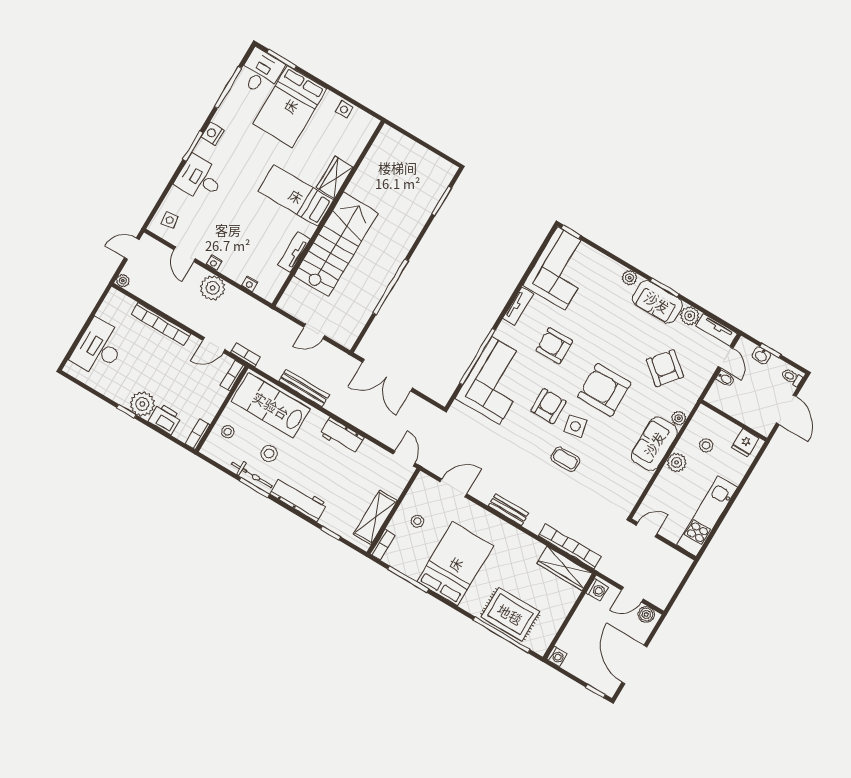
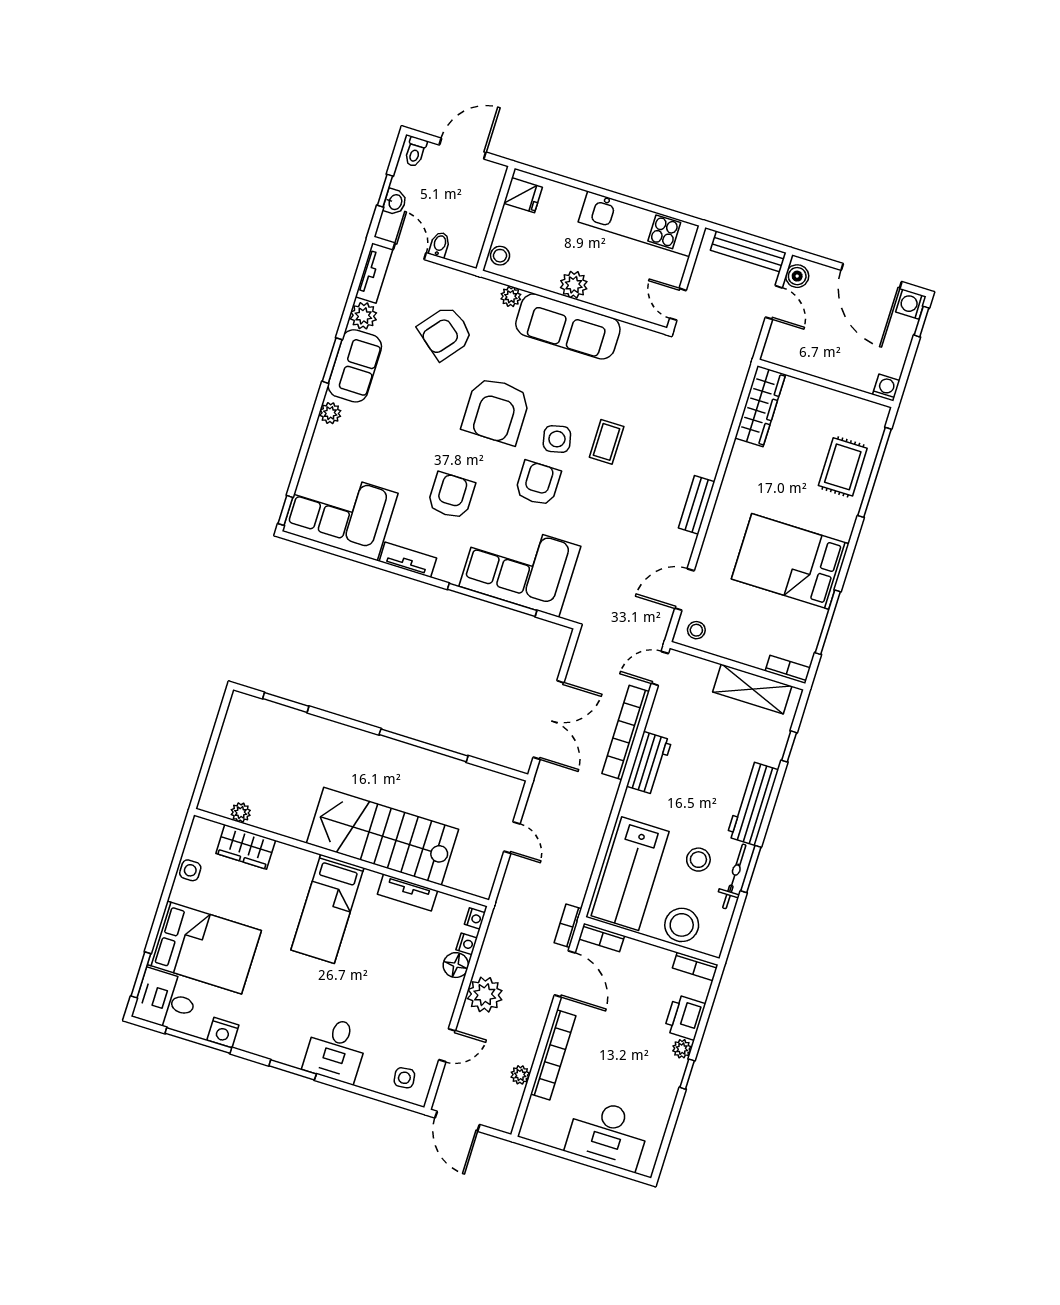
nightstand: (213, 133) -> (223, 1032), moved
plant: (375, 153) -> (241, 812), added
wardrobe: (335, 178) -> (246, 847), moved
door: (132, 249) -> (457, 1121), width x1.38
nightstand: (214, 263) -> (475, 918), moved
floor lamp: (237, 273) -> (456, 965), added
plant: (123, 281) -> (520, 1075), moved
door: (214, 345) -> (565, 974), width x1.38
armchair: (554, 346) -> (451, 496), turned 180
door: (726, 357) -> (410, 251), hinge flipped
bench: (304, 388) -> (748, 251), moved, turned 90
plant: (142, 404) -> (682, 1049), width x0.53, depth x0.53
armchair: (549, 406) -> (538, 483), turned 90
stool: (228, 432) -> (682, 925), width x1.89, depth x1.89
sofa: (654, 444) -> (568, 326), width x1.36
stool: (706, 445) -> (500, 256), moved
door: (453, 488) -> (684, 590), hinge flipped
stool: (417, 521) -> (696, 630), moved
bookcase: (570, 546) -> (626, 733), moved
washing machine: (597, 590) -> (911, 304), moved, turned -90
rug: (510, 614) -> (843, 467), width x0.73, depth x0.70
door: (634, 665) -> (871, 276), hinge flipped

